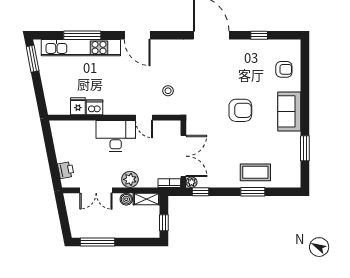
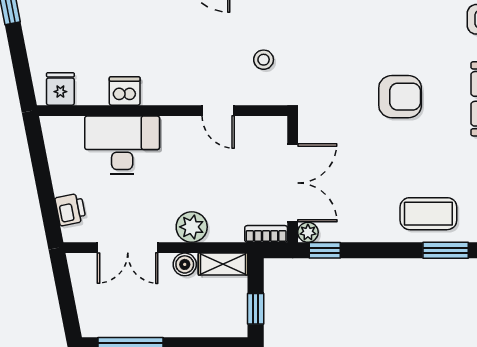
fridge: (78, 106) -> (60, 89), moved
desk: (116, 136) -> (122, 145), moved
window: (253, 192) -> (446, 250), moved

